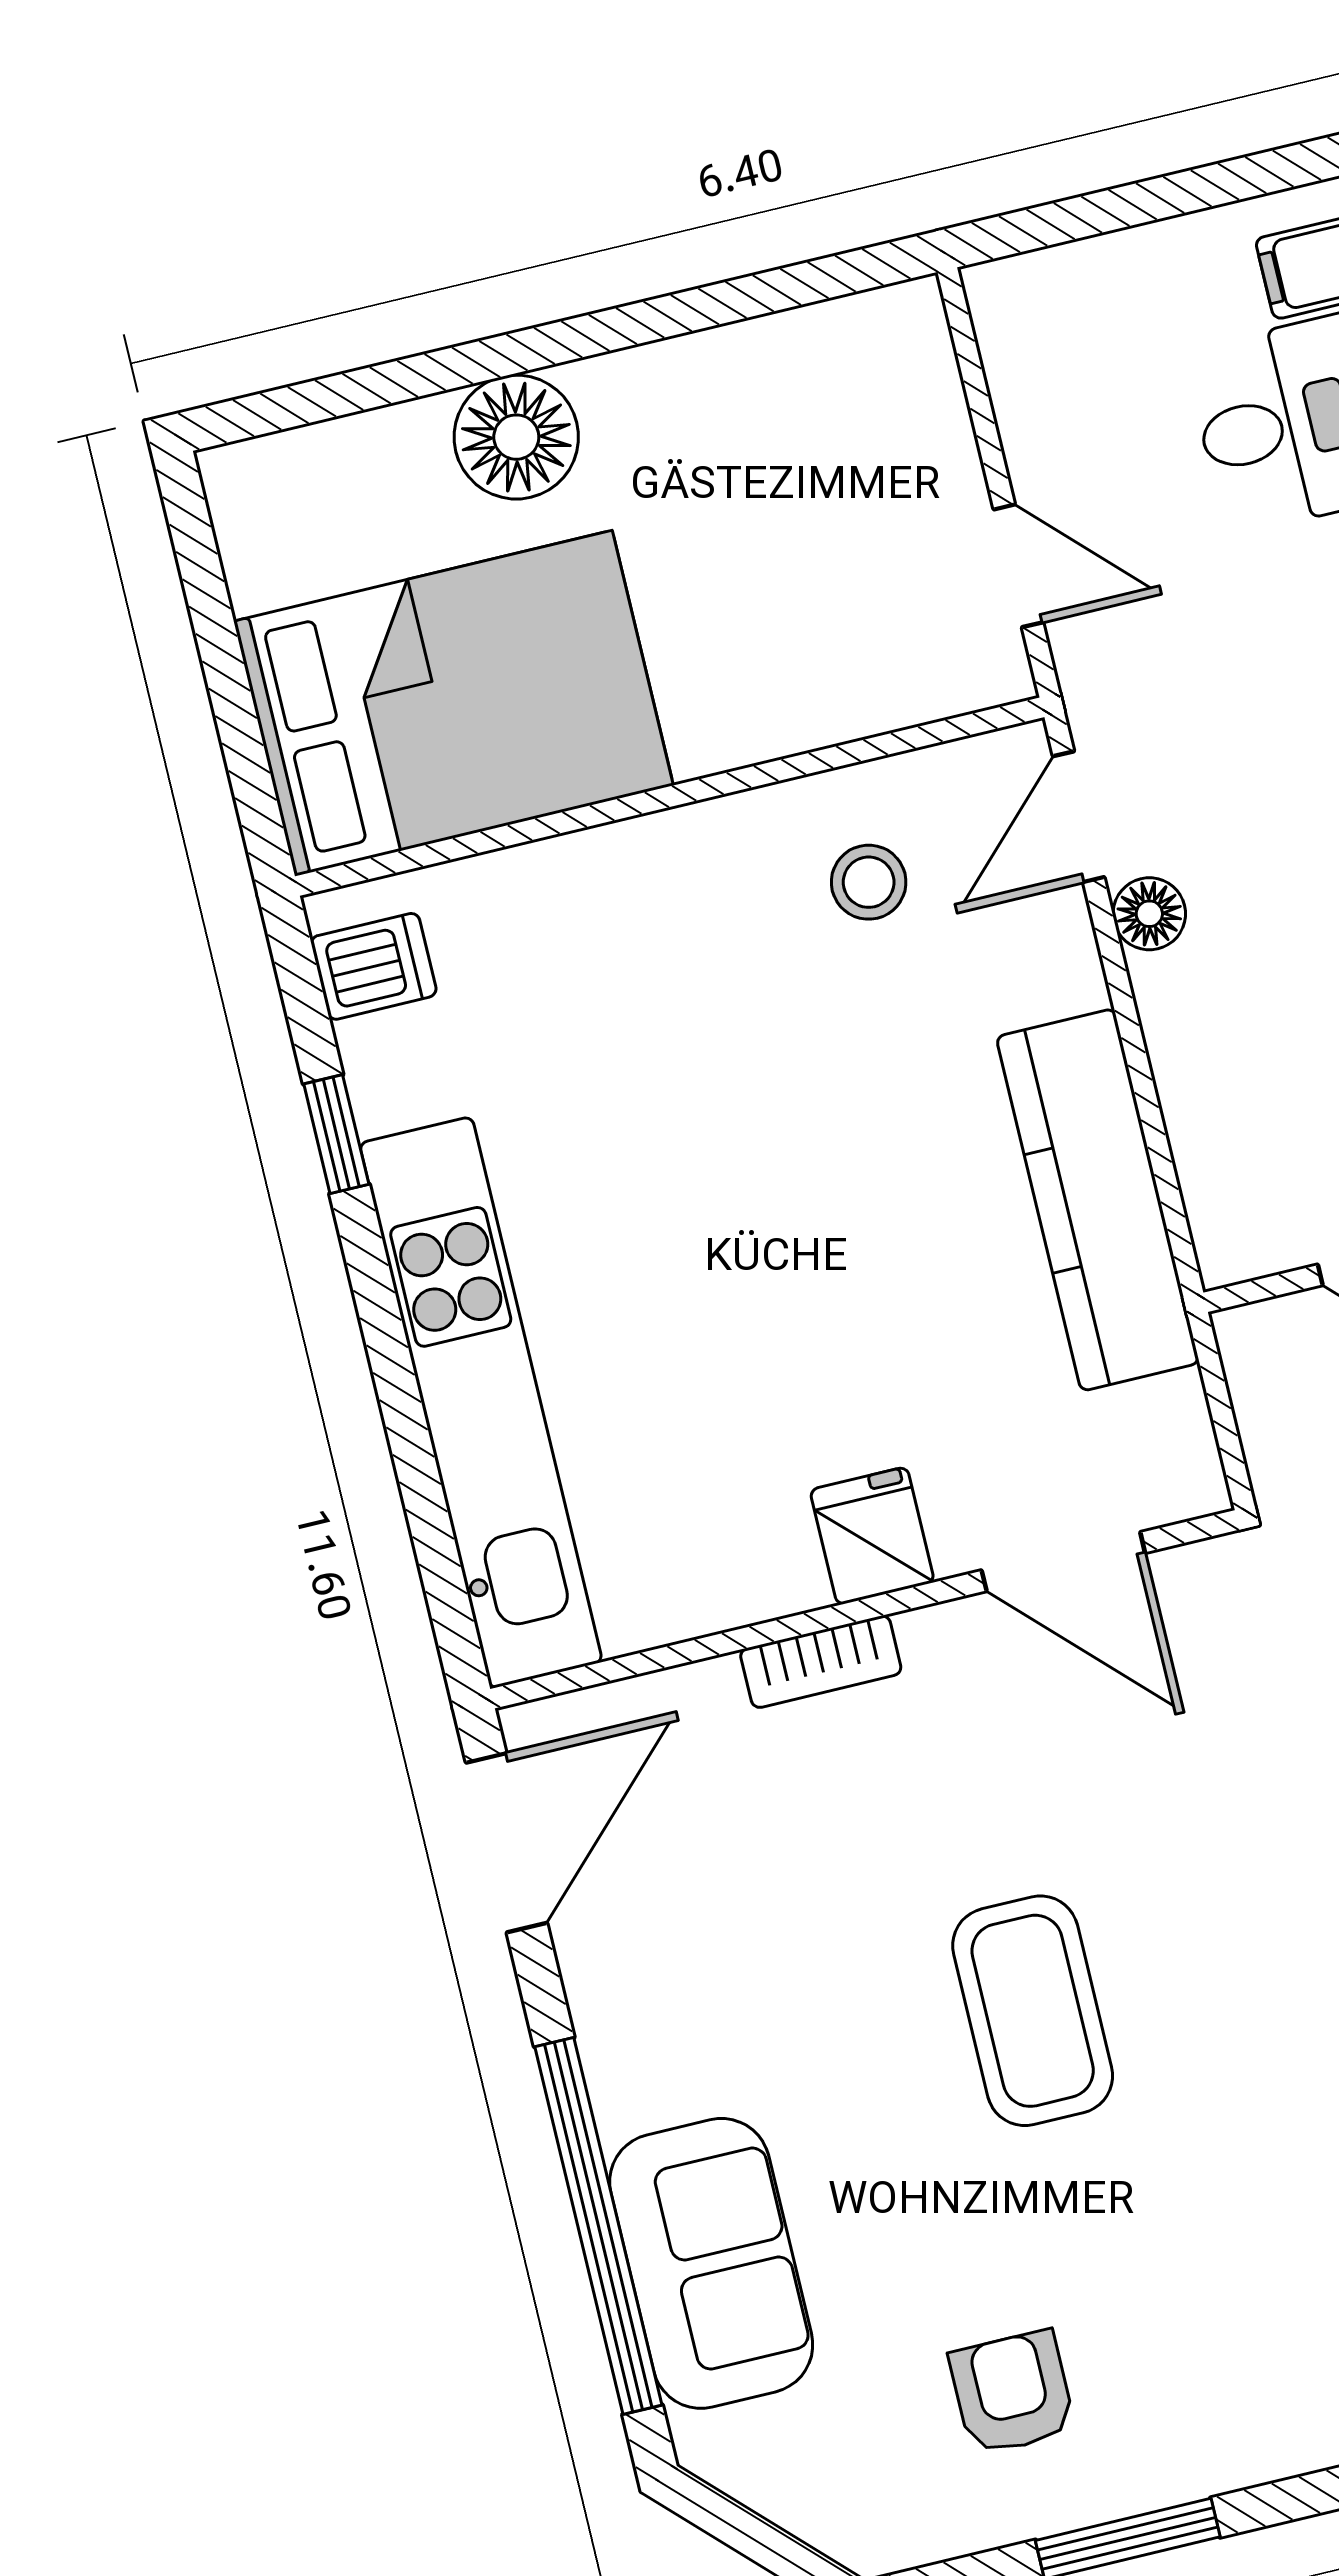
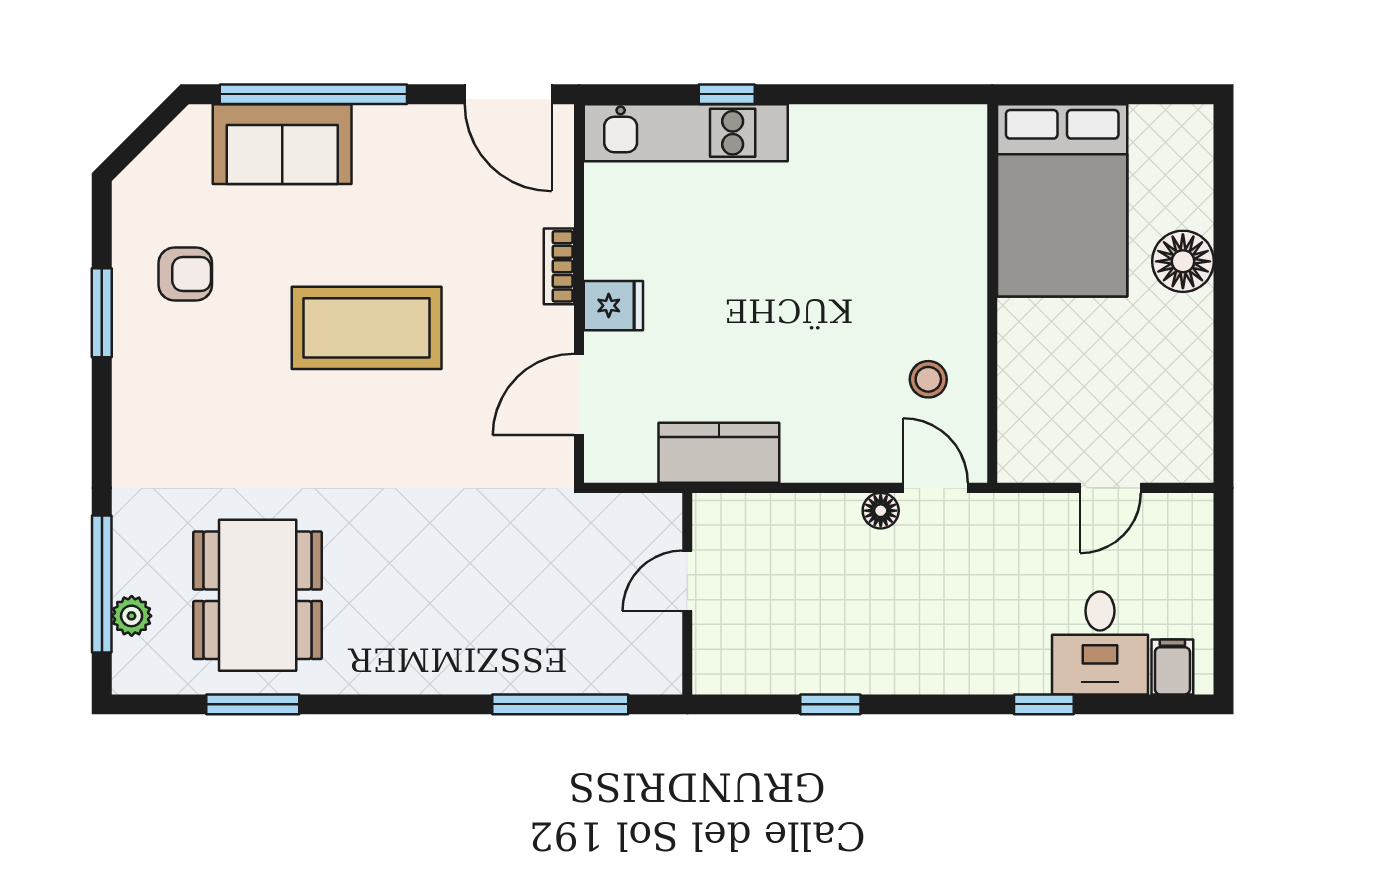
door: (1018, 566) -> (1110, 488), moved
dishwasher: (374, 966) -> (945, 132), removed
window: (336, 1134) -> (727, 94), moved
kitchen counter: (1098, 1200) -> (719, 453), width x0.67
kitchen unit: (481, 1402) -> (686, 133), width x0.73
coffee table: (1033, 2011) -> (367, 328), width x1.36, depth x1.32

